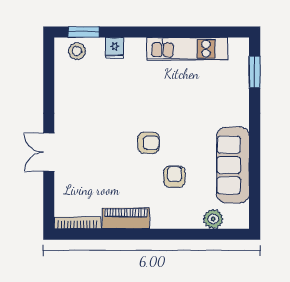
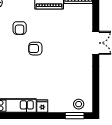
fridge: (114, 48) -> (42, 106), moved

